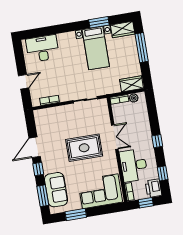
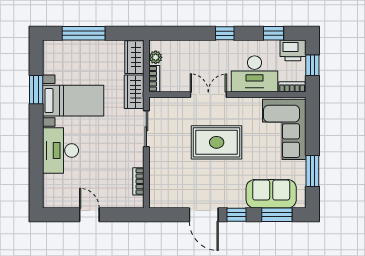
wardrobe: (123, 29) -> (134, 92), moved, turned 180
desk: (42, 48) -> (61, 150), moved
door: (24, 82) -> (89, 215), moved
rug: (84, 148) -> (217, 142), turned 90

